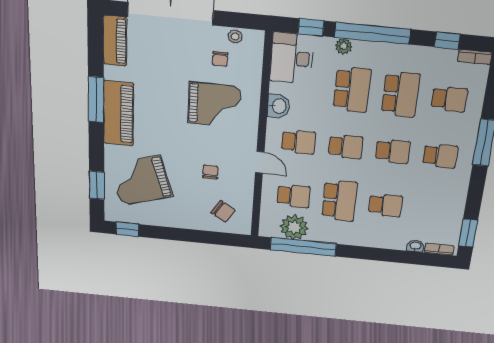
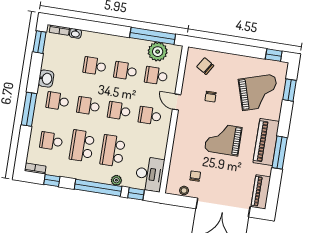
grand piano: (214, 105) -> (223, 139), moved
washbasin: (279, 106) -> (46, 79), moved, turned 180
school desk: (340, 201) -> (125, 71), width x0.54

